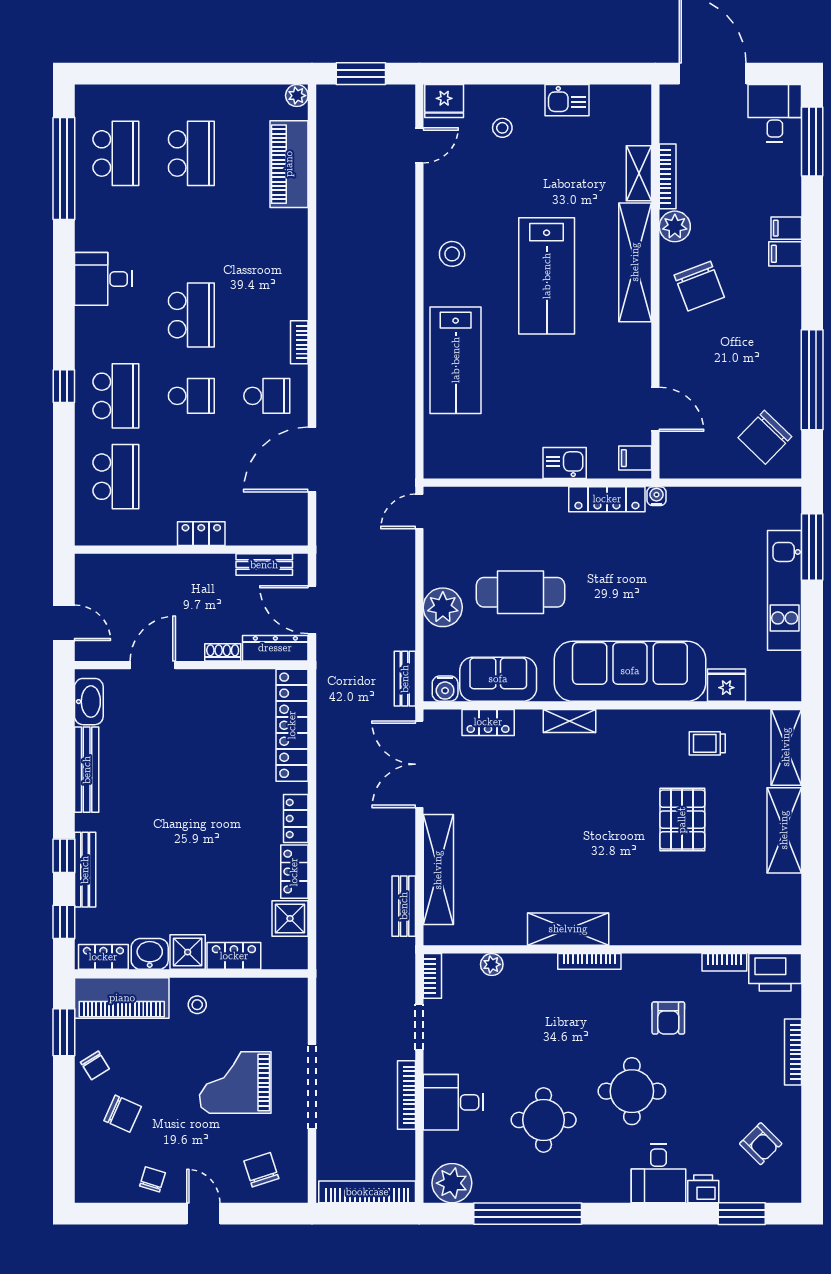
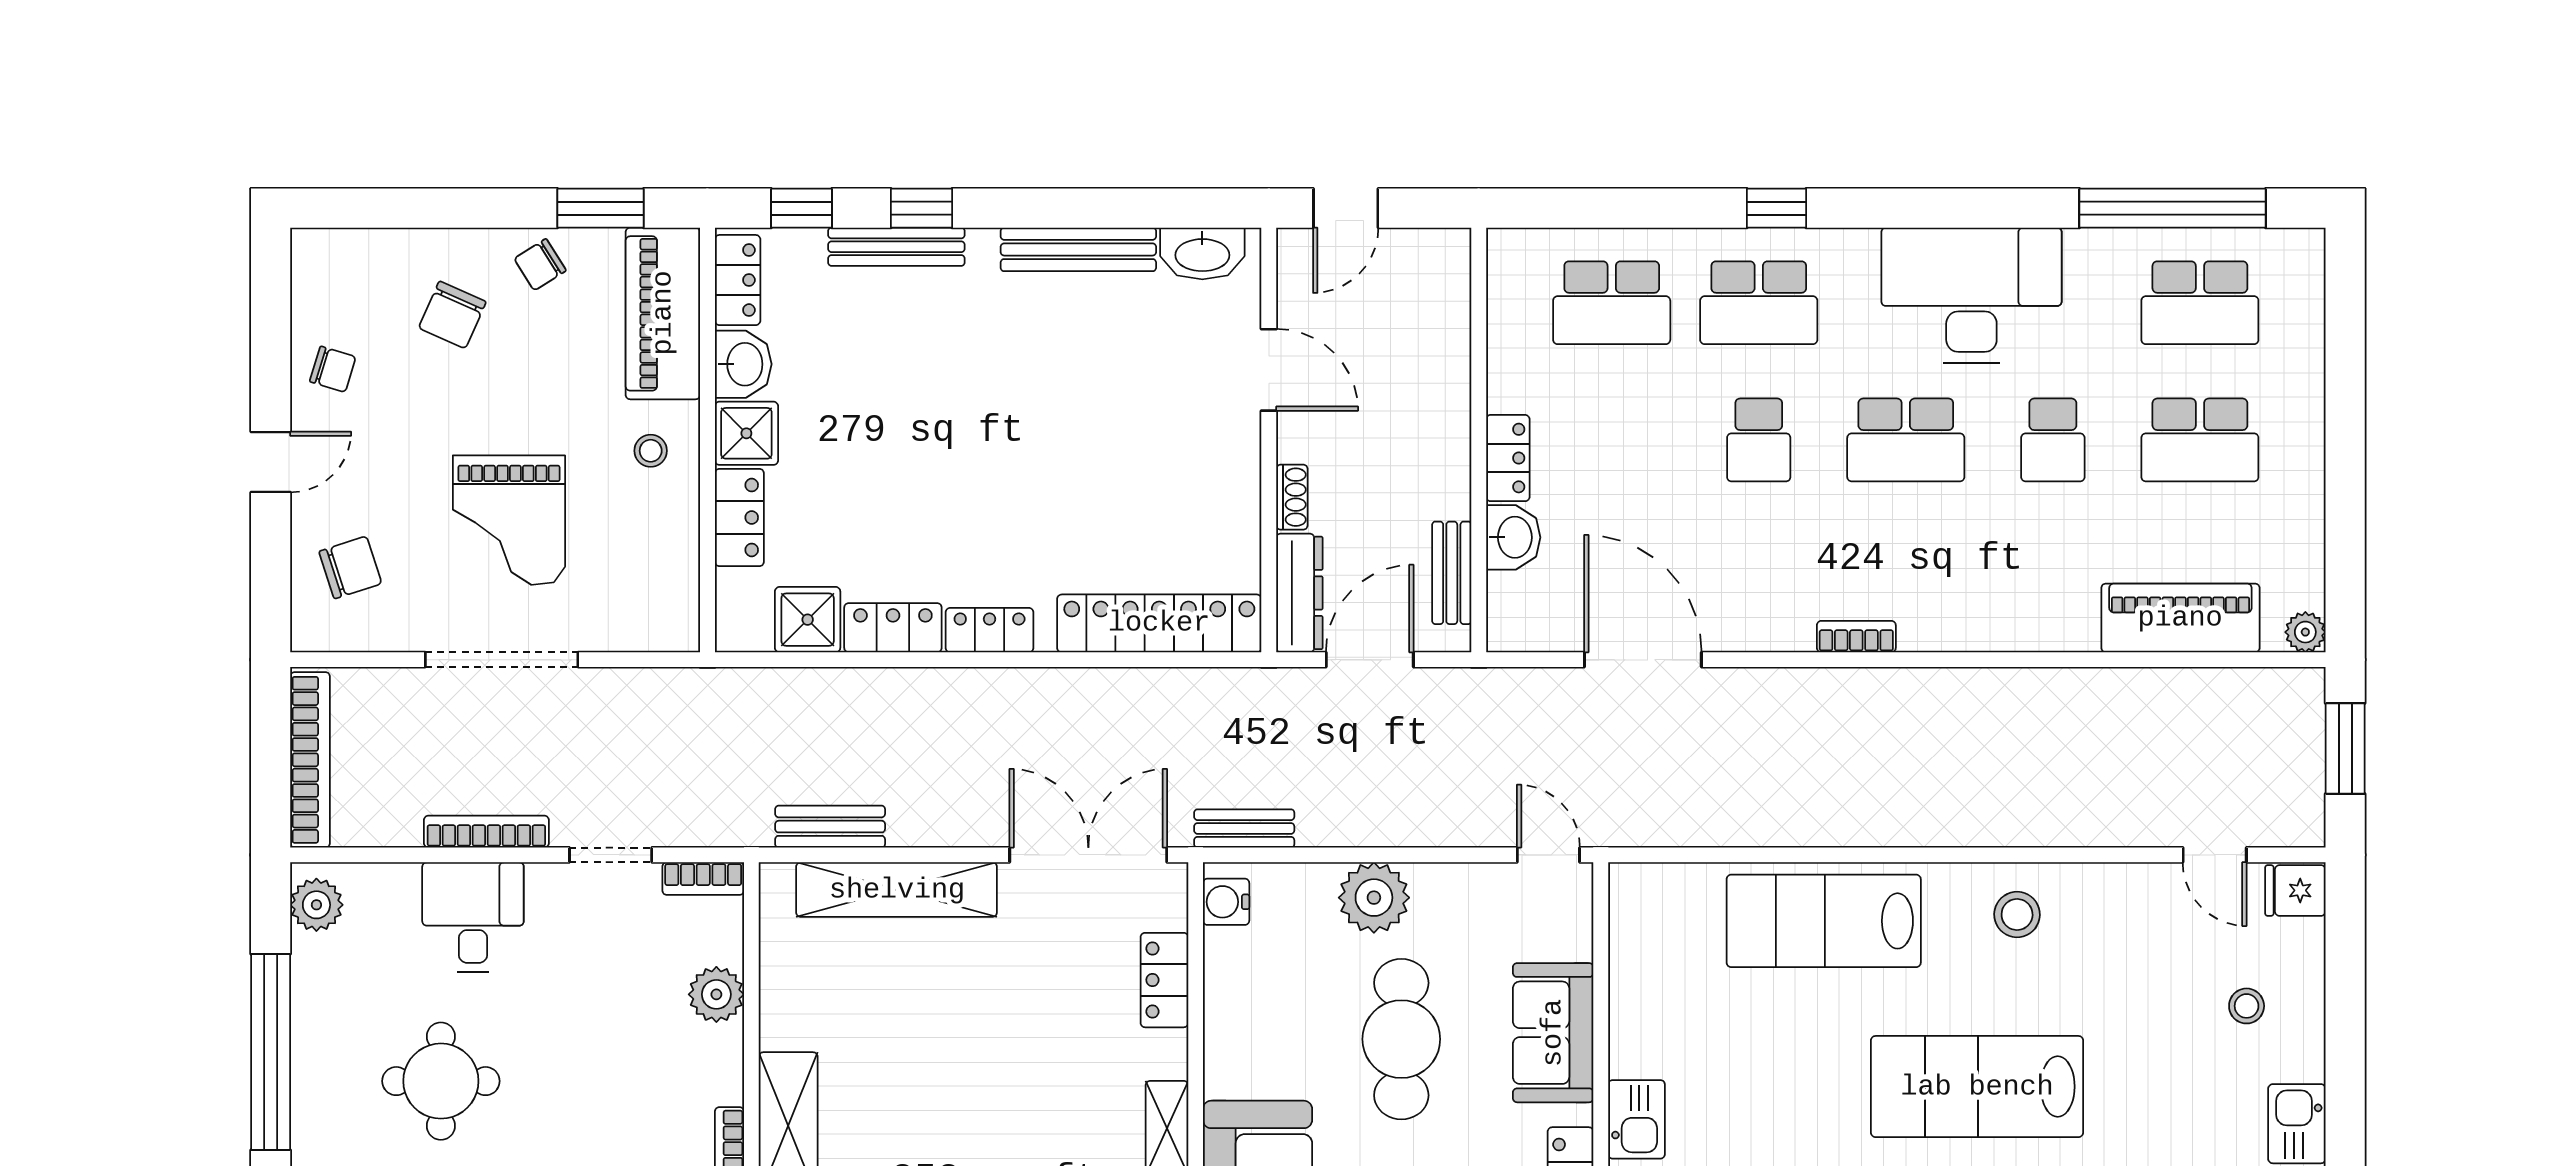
fridge: (444, 101) -> (2295, 890), width x0.72
desk: (103, 279) -> (1971, 295), width x1.87, depth x1.30
school desk: (267, 396) -> (2053, 440), moved
washbasin: (245, 531) -> (1513, 537), added
sofa: (498, 679) -> (1553, 1033), moved, turned 180
plant: (492, 964) -> (716, 994), width x1.38, depth x1.38
grand piano: (235, 1083) -> (509, 520), turned 180
plant: (452, 1183) -> (316, 905), width x0.73, depth x0.73

